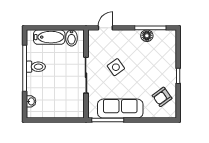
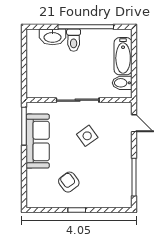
floor lamp: (147, 36) -> (125, 173), removed
toilet: (36, 67) -> (74, 40), moved
armchair: (162, 97) -> (69, 182), moved
washbasin: (31, 101) -> (53, 37), width x1.91, depth x1.45

